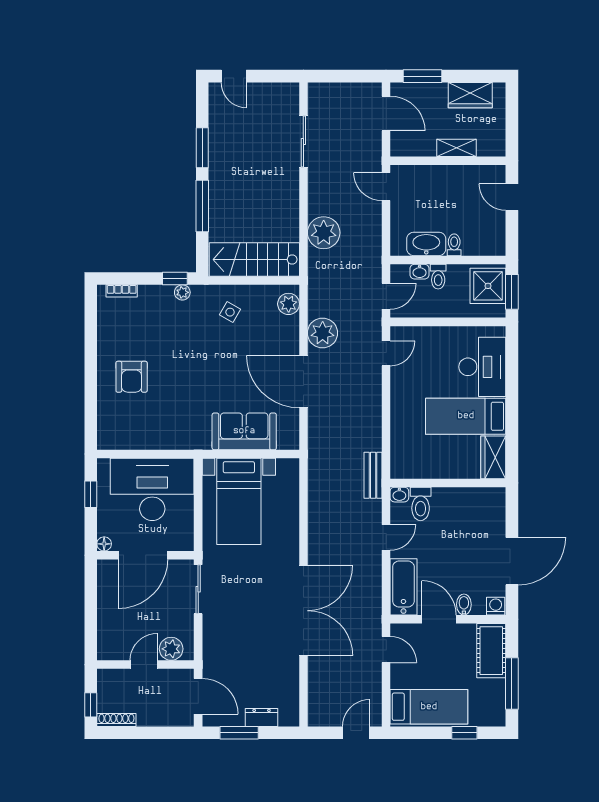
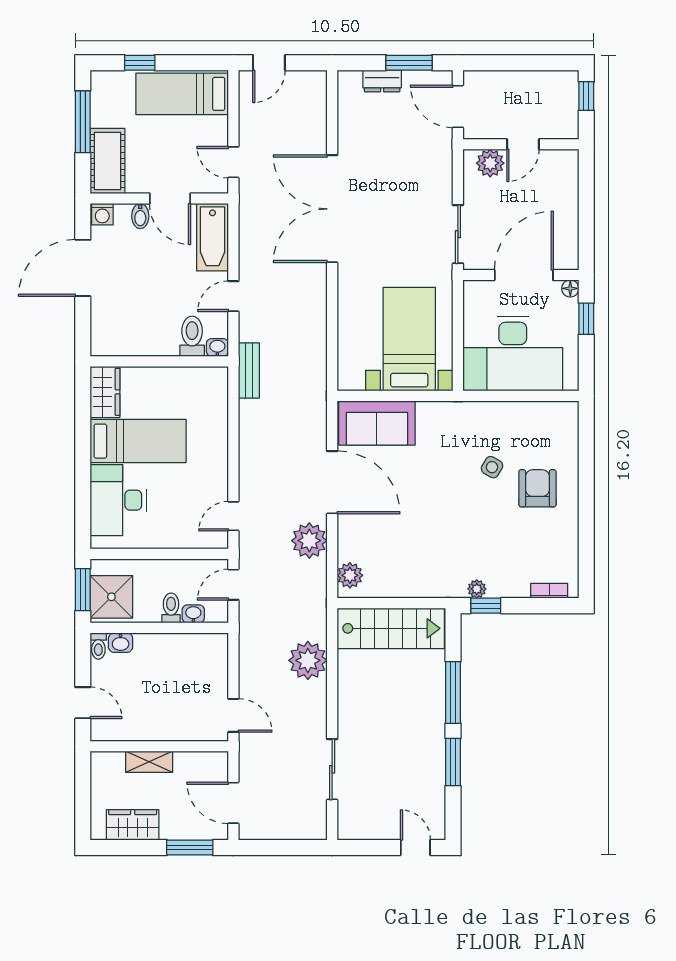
washbasin: (426, 244) -> (121, 643), moved, width x0.52, depth x0.69
toilet: (454, 245) -> (98, 646), moved
side table: (230, 312) -> (492, 467), moved
sofa: (244, 431) -> (377, 423), moved
window: (91, 494) -> (586, 319), moved
shoe rack: (116, 720) -> (556, 78), removed

